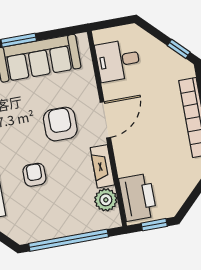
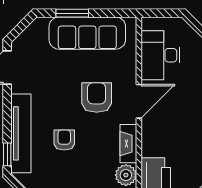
desk: (118, 60) -> (160, 55), width x1.37

